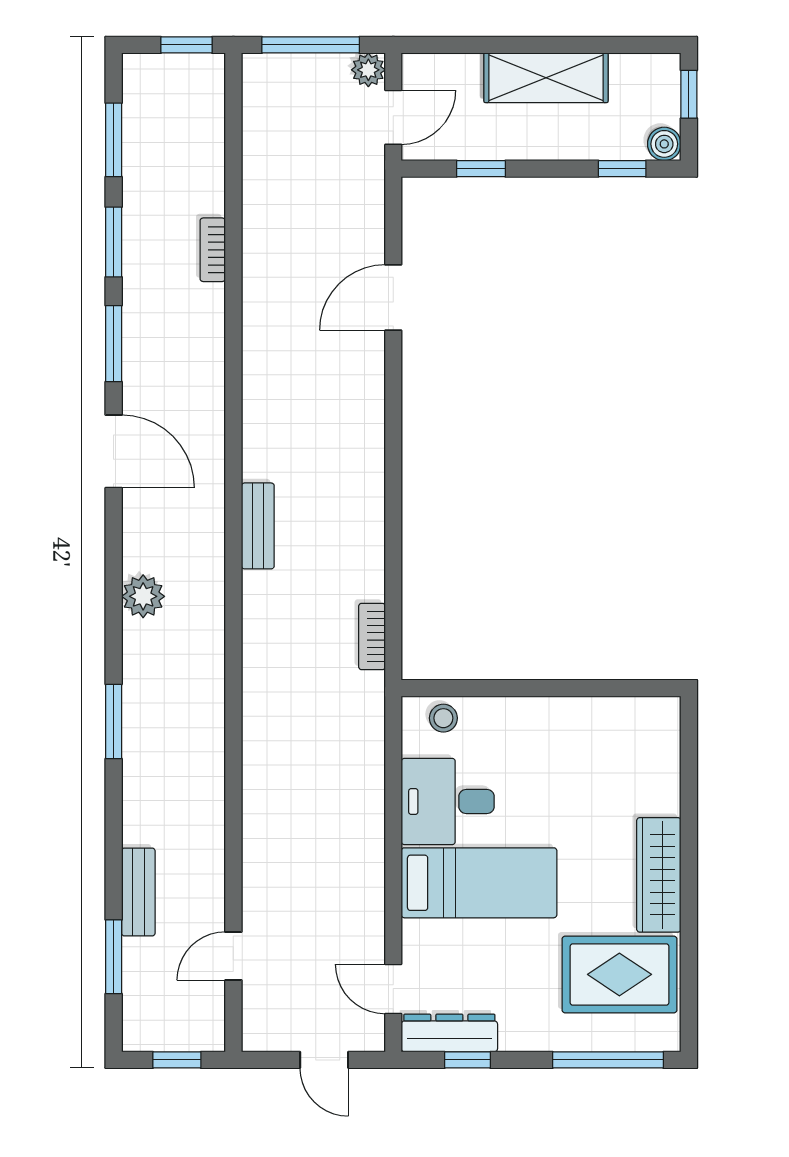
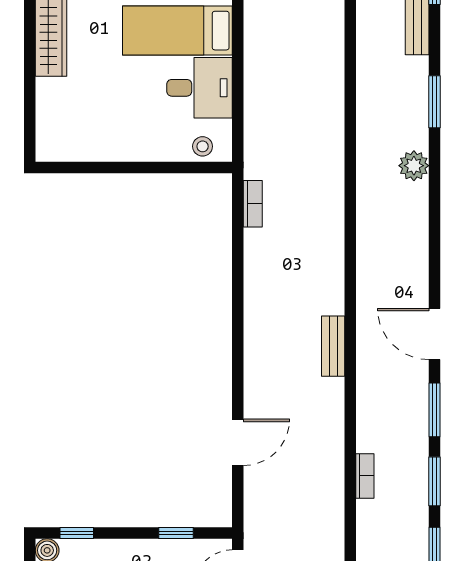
bench: (258, 526) -> (333, 346), moved
plant: (143, 596) -> (414, 166), moved
window: (114, 722) -> (435, 102), moved

